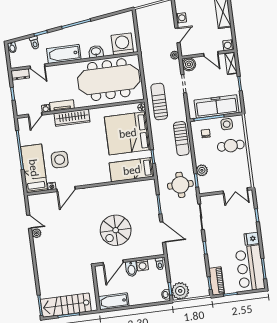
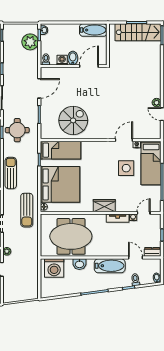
meeting table: (109, 80) -> (71, 236), width x0.73
wardrobe: (72, 118) -> (104, 206), width x0.67
spiral stairs: (116, 230) -> (73, 120), moved
door: (163, 232) -> (39, 88), swing flipped
plant: (180, 291) -> (30, 42), moved

